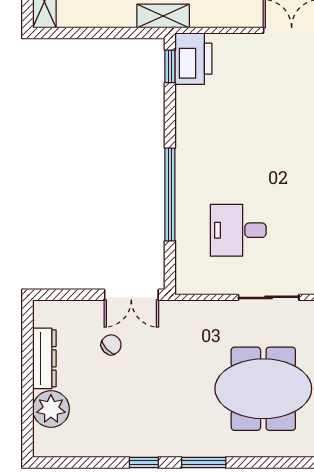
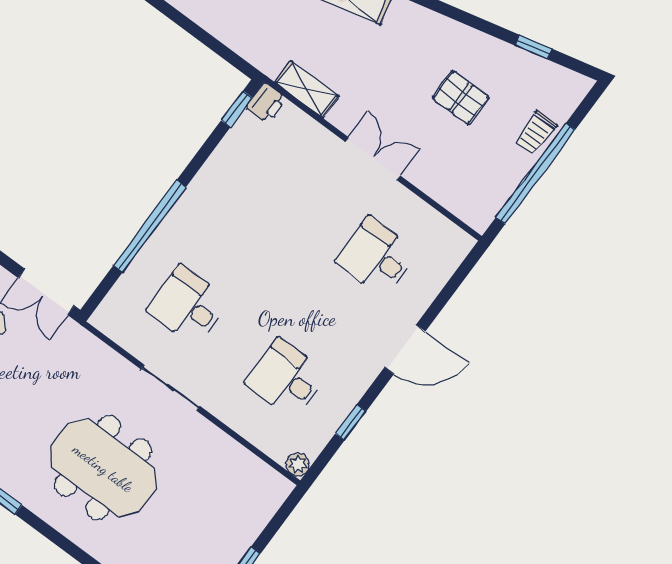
shelving: (163, 16) -> (307, 89), moved
printer: (193, 59) -> (266, 103), width x0.53, depth x0.68

